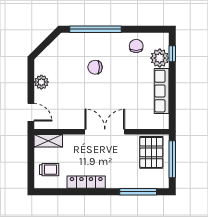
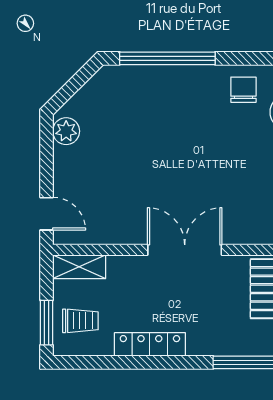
chair: (95, 67) -> (166, 129), removed
plant: (41, 82) -> (66, 131), moved
window: (31, 171) -> (46, 323), added

